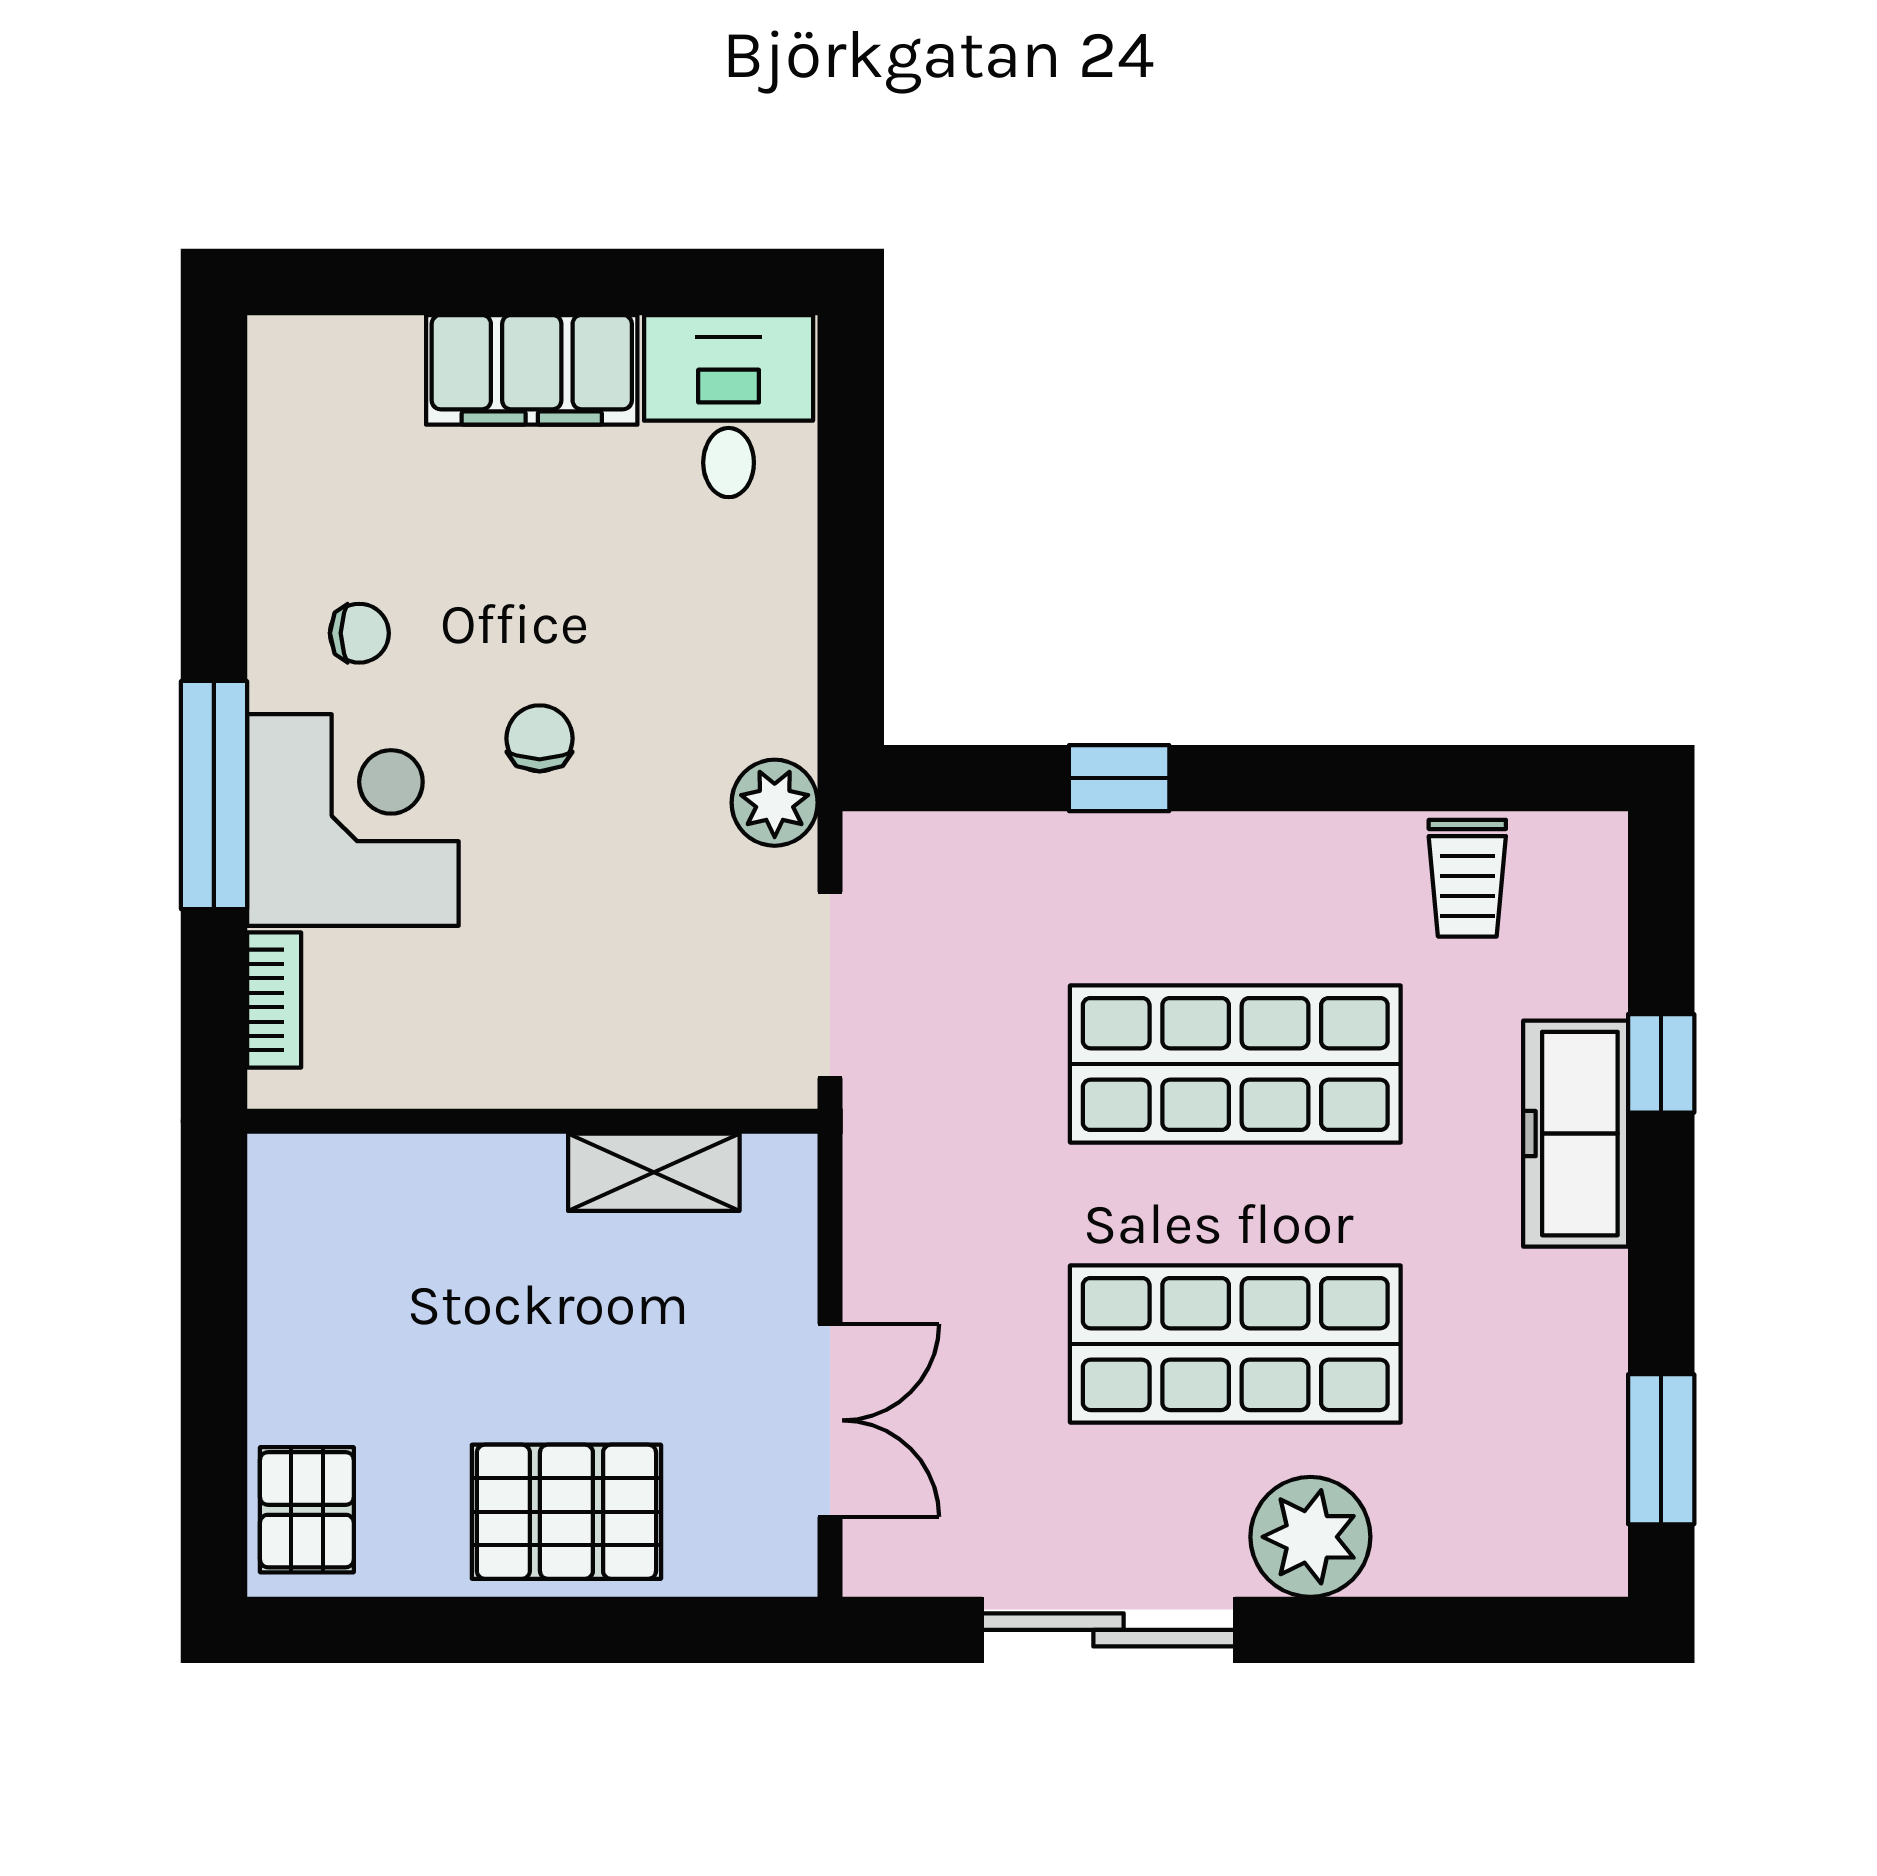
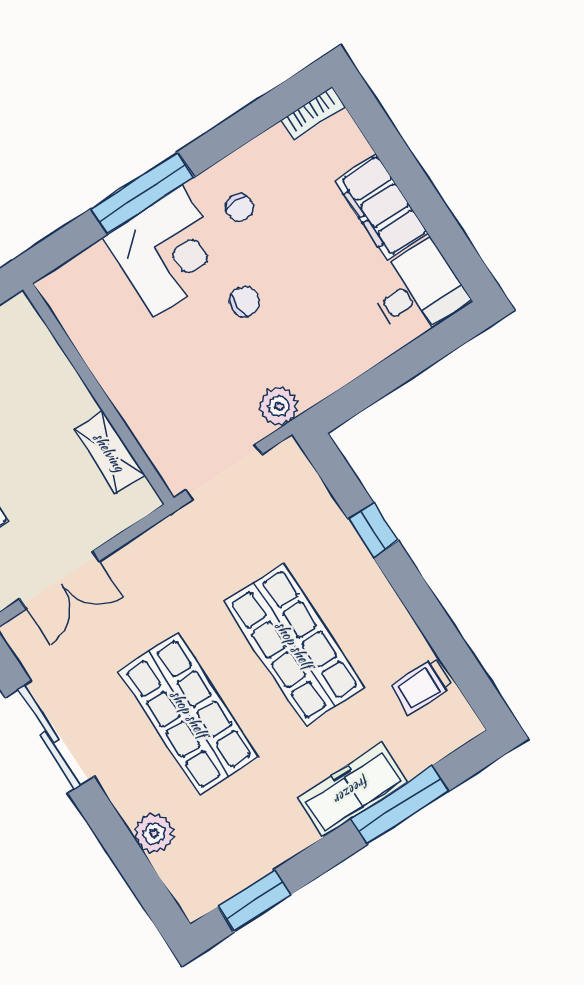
bookcase: (274, 1000) -> (313, 113), moved
window: (1661, 1063) -> (400, 805), width x2.17
plant: (1310, 1537) -> (154, 833), moved, width x0.73, depth x0.73

